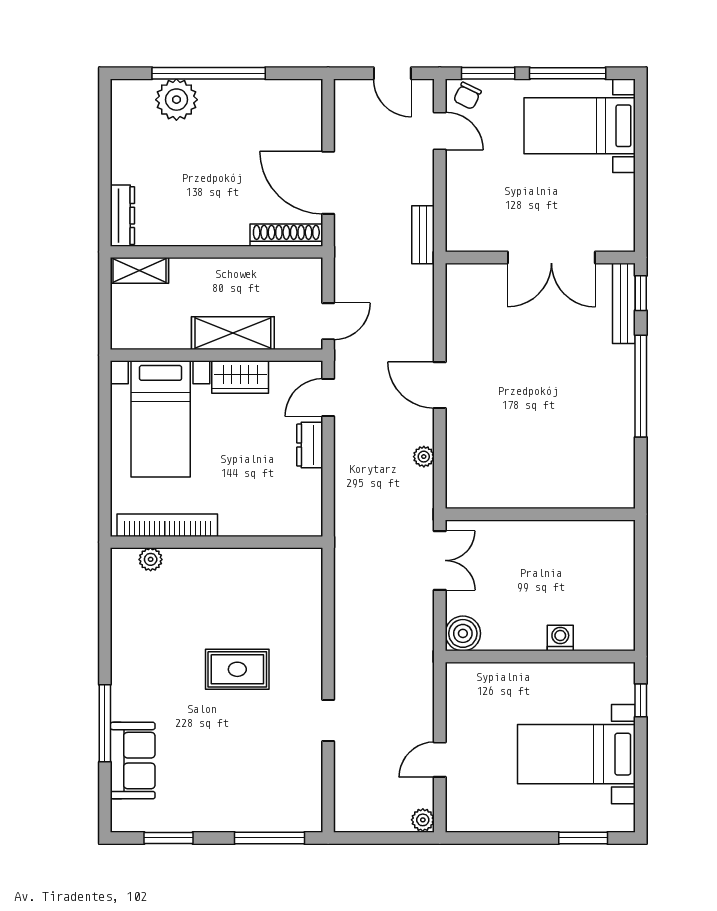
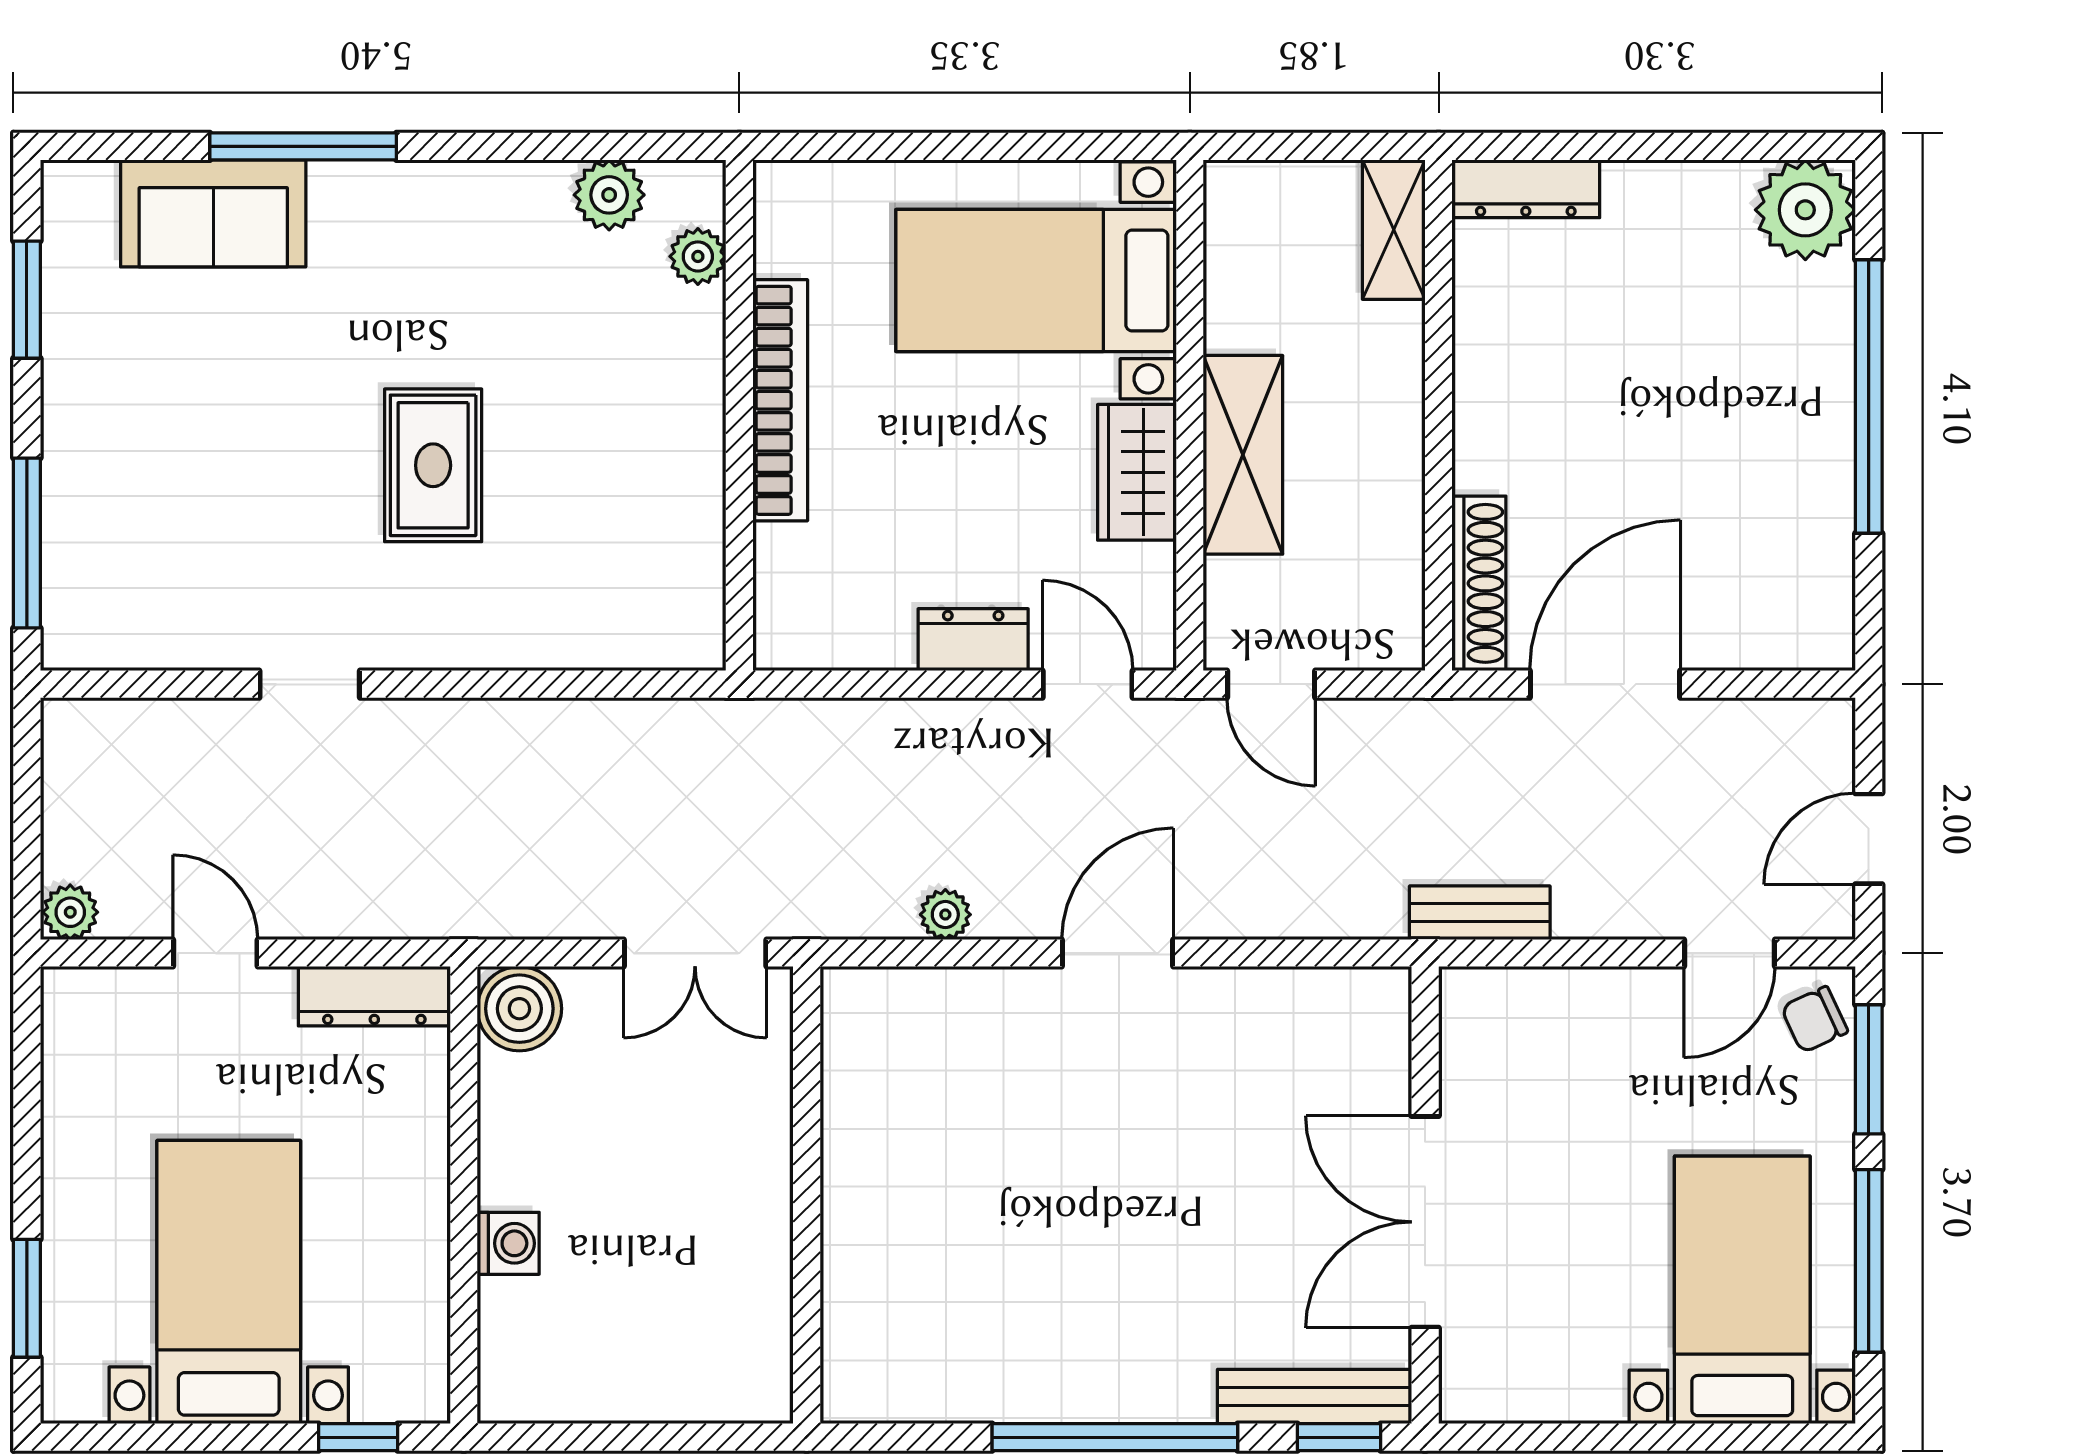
chair: (467, 96) -> (1814, 1020), turned -51
plant: (176, 100) -> (1805, 210), moved
bookcase: (167, 525) -> (780, 400), moved
plant: (125, 596) -> (609, 195), added
dresser: (458, 694) -> (374, 996), added

